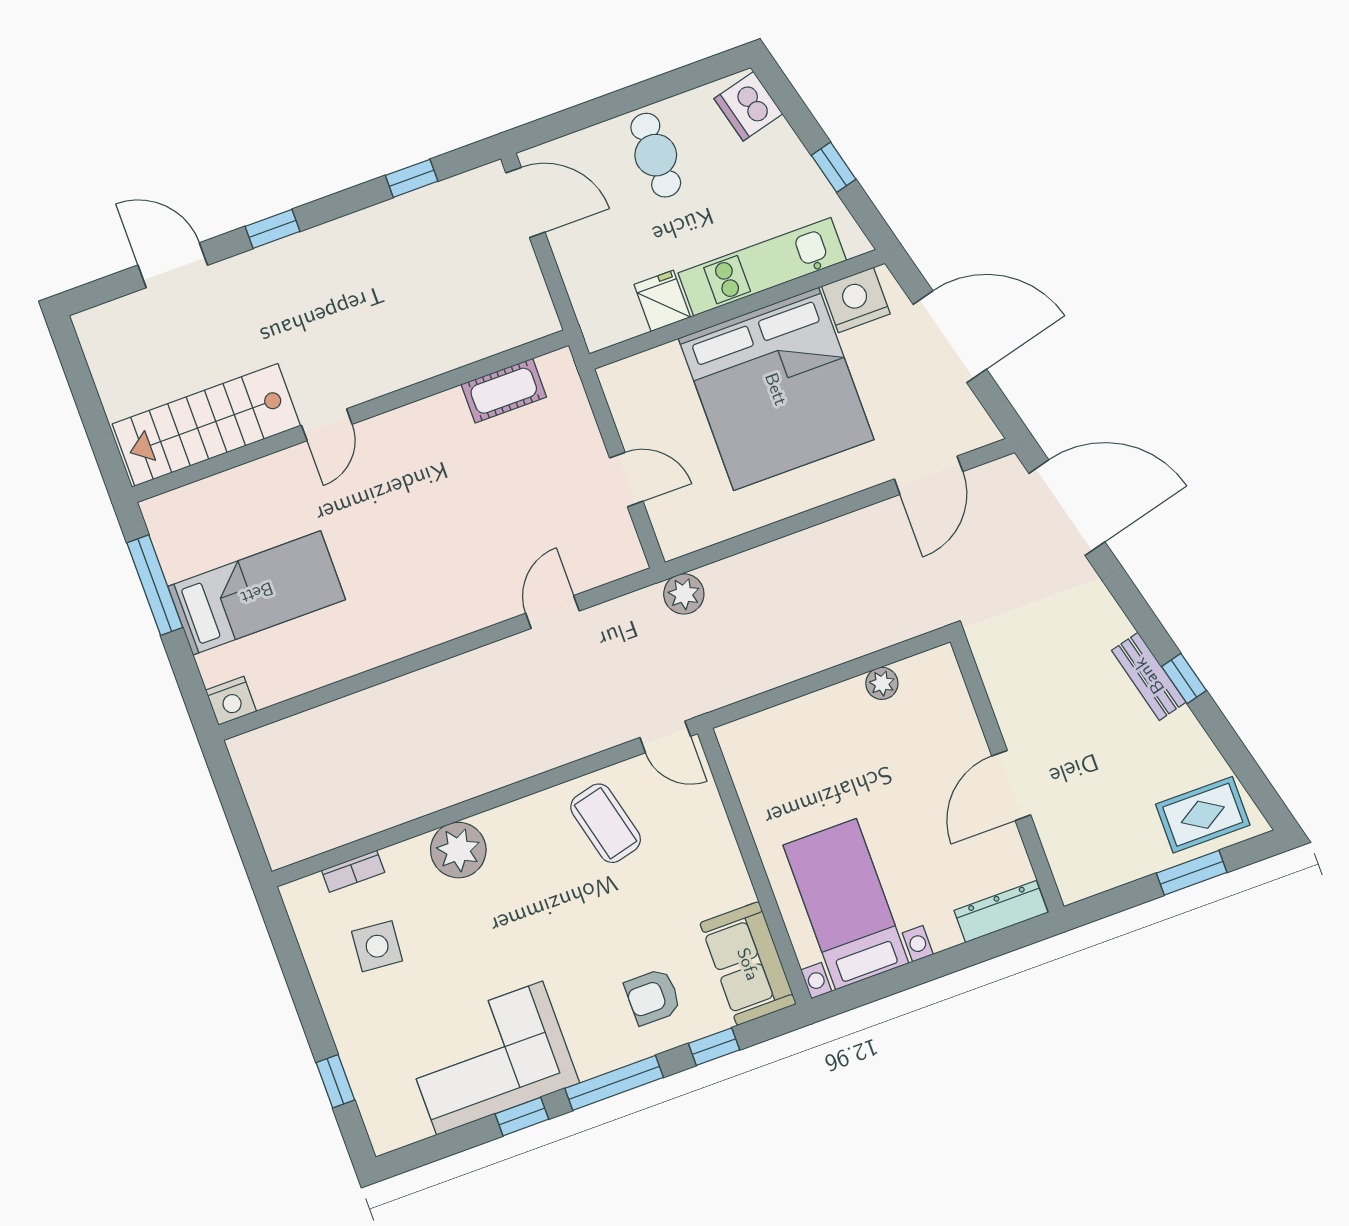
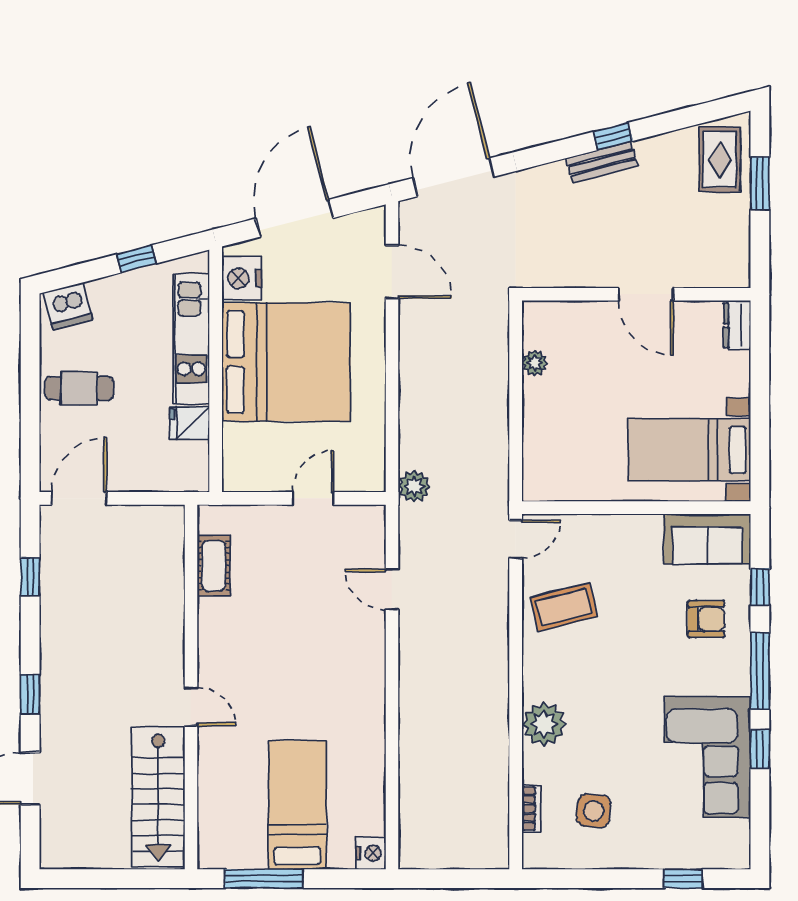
dresser: (1001, 911) -> (737, 325), width x0.70
armchair: (653, 997) -> (706, 619), turned -90

